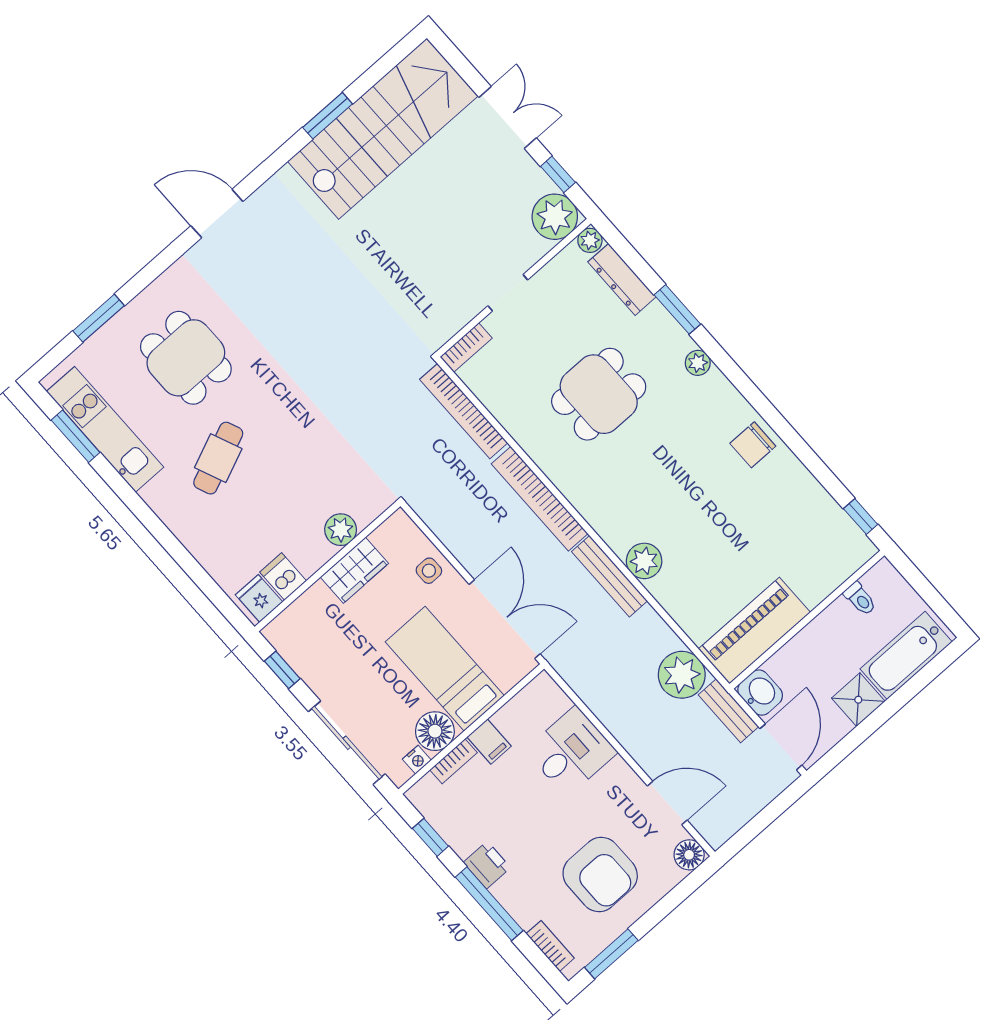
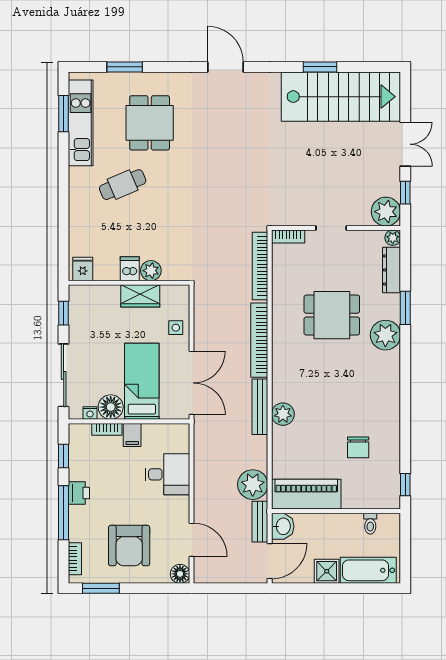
plant: (698, 363) -> (385, 335), width x1.87, depth x1.87
chair: (753, 445) -> (358, 447), moved, turned -90
dishwasher: (283, 577) -> (130, 269), moved

